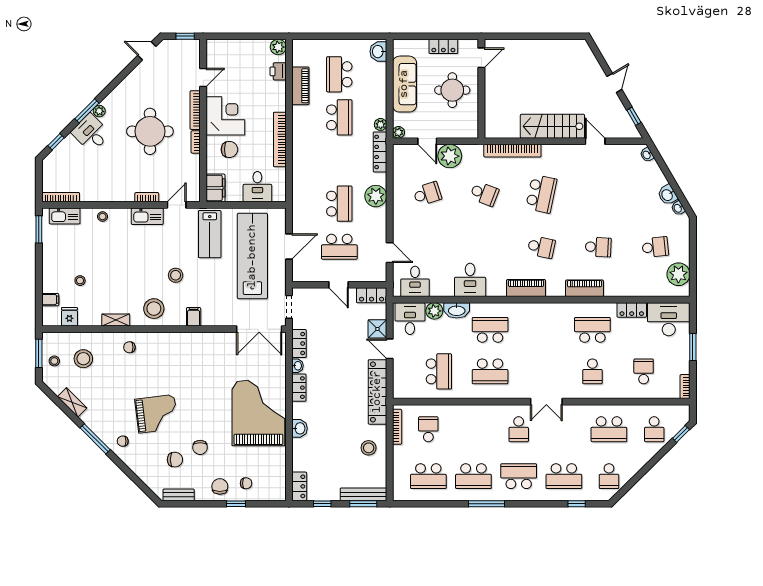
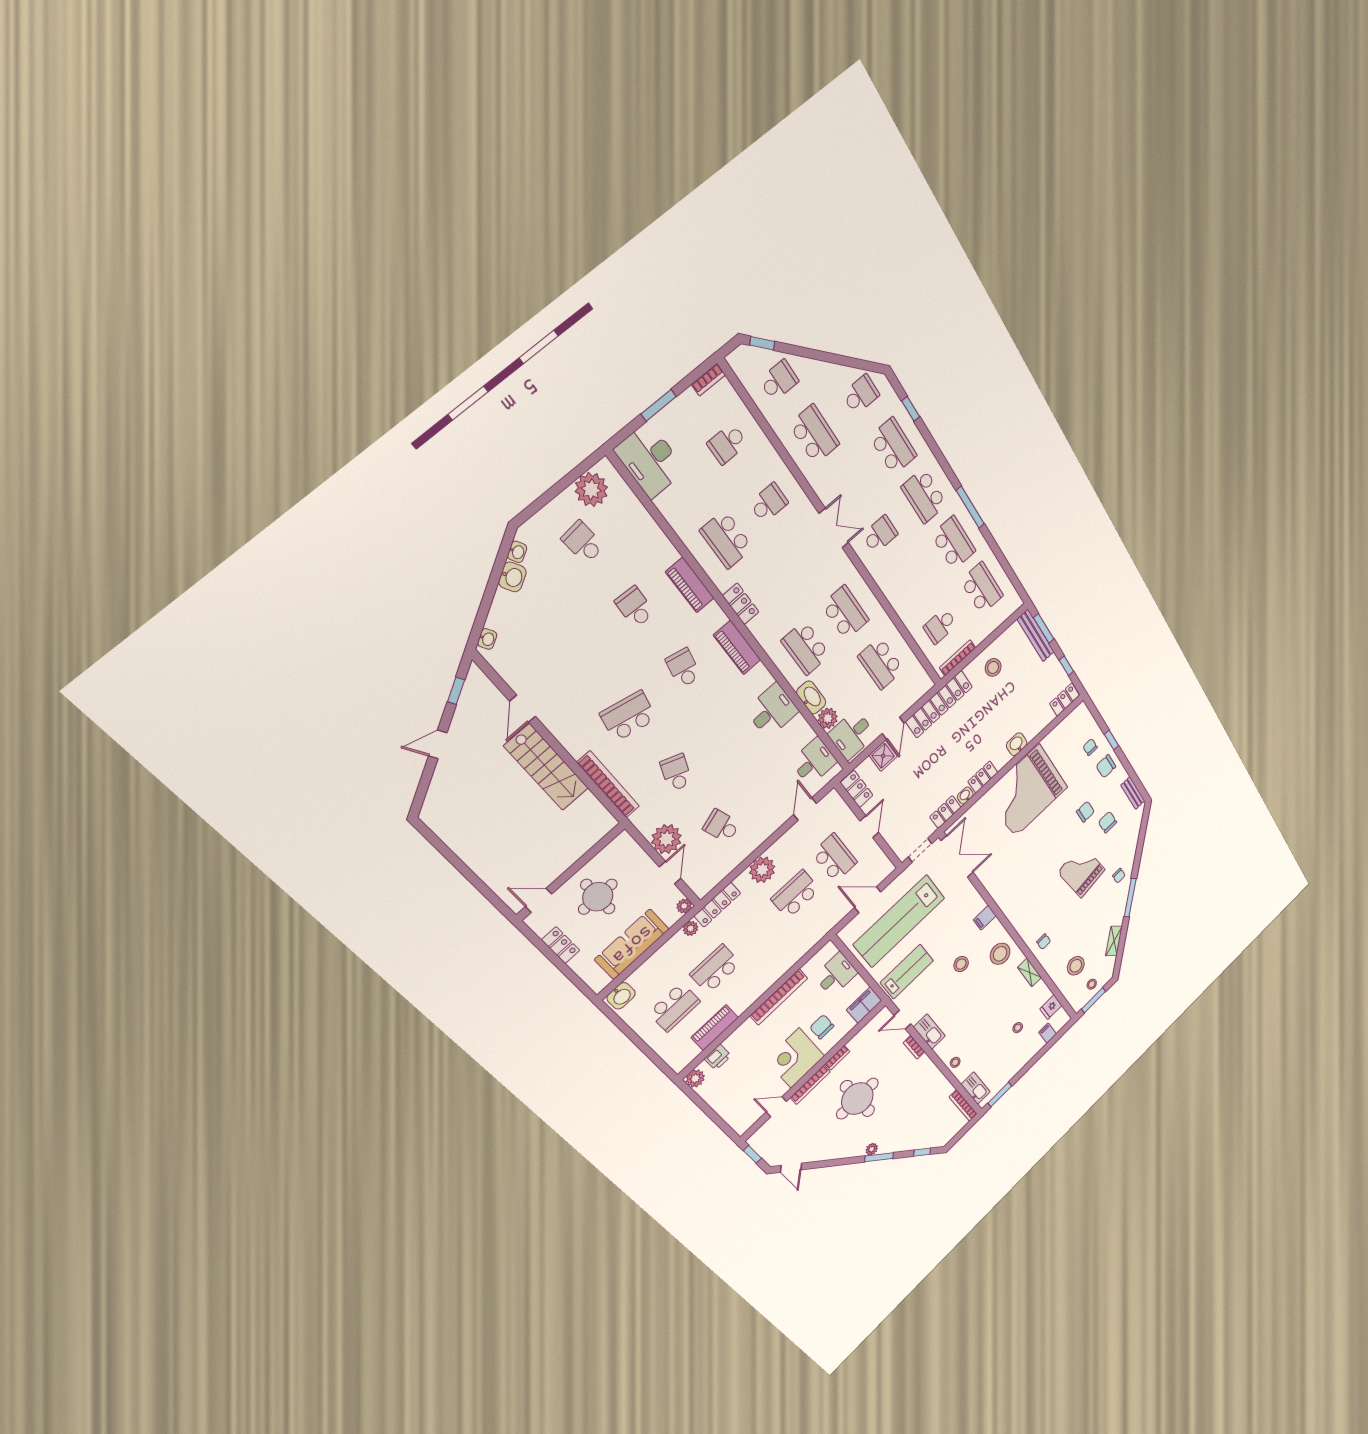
desk: (91, 133) -> (895, 1137), removed
locker: (632, 310) -> (741, 604), moved
school desk: (439, 371) -> (881, 663), turned -90

